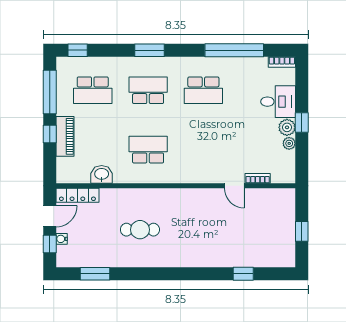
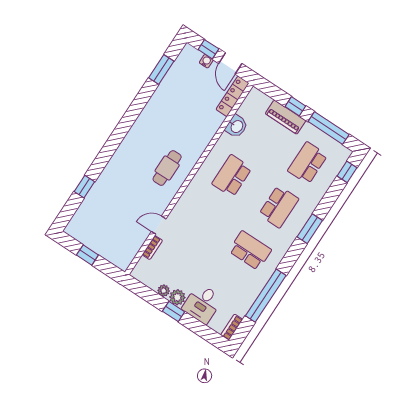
school desk: (203, 90) -> (250, 250), turned 90
school desk: (148, 150) -> (232, 176), turned 180
cafe table: (140, 230) -> (167, 168), moved

